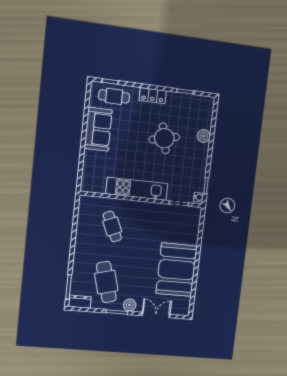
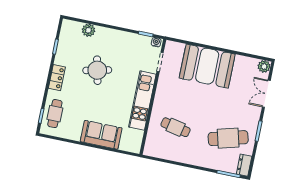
sofa: (98, 129) -> (101, 135), moved
plant: (204, 136) -> (88, 30), moved
cafe table: (112, 226) -> (176, 127), turned 36
booth: (177, 270) -> (207, 66), moved
plant: (130, 305) -> (264, 66), moved

